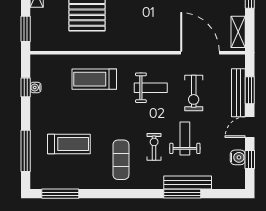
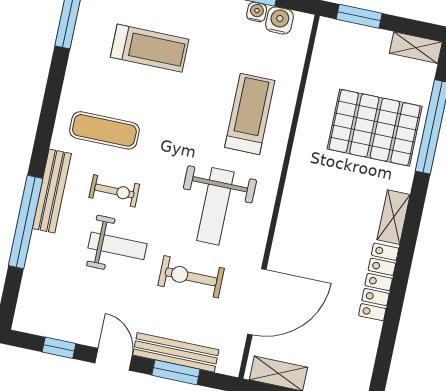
weight bench: (151, 88) -> (215, 206), width x1.36, depth x1.33
treadmill: (69, 144) -> (150, 48), turned -90
water cooler: (238, 157) -> (279, 20), moved, turned 180
bench: (188, 182) -> (52, 191), moved
window: (182, 194) -> (26, 222), width x1.46

